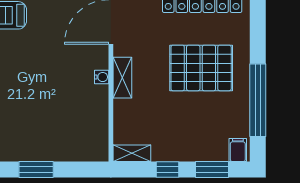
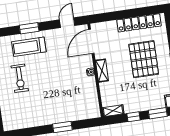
pallet: (201, 68) -> (144, 59), turned 90

